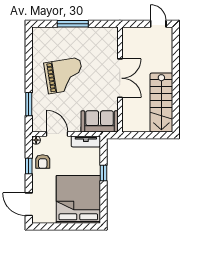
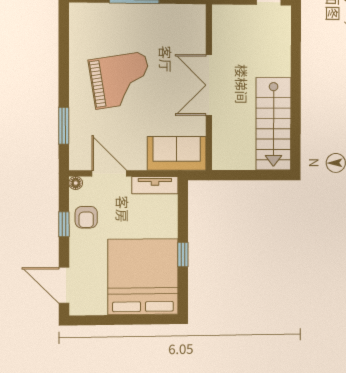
double door: (120, 78) -> (209, 85), swing flipped
window: (104, 173) -> (183, 255), moved

